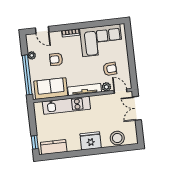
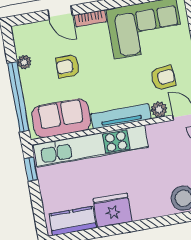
door: (42, 30) -> (60, 13), moved
kitchen unit: (66, 105) -> (91, 146), width x1.36
fridge: (91, 141) -> (113, 210), moved
window: (35, 142) -> (31, 169), moved

